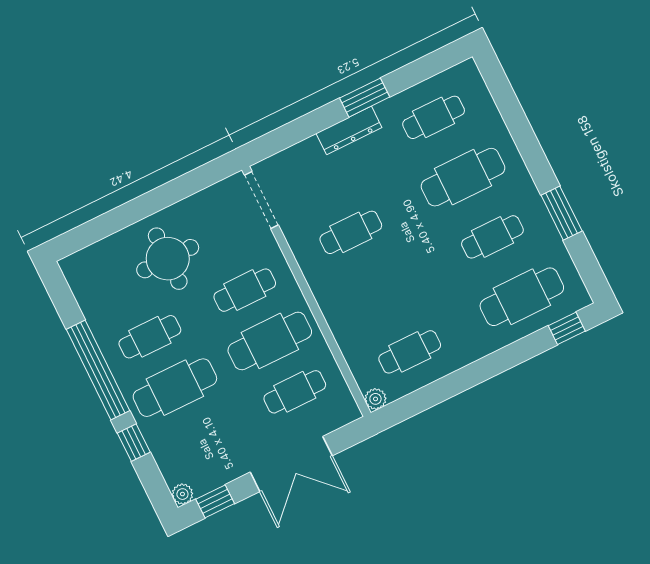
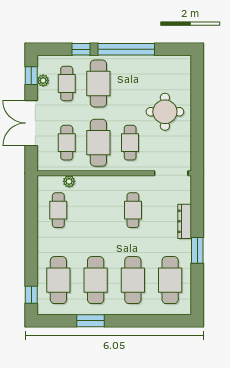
cafe table: (434, 117) -> (170, 280), width x1.37, depth x1.35
dresser: (349, 130) -> (185, 221), moved
cafe table: (492, 237) -> (96, 280), width x1.37, depth x1.35
cafe table: (150, 337) -> (67, 84), moved
plant: (375, 399) -> (69, 181), moved
plant: (182, 494) -> (43, 80), moved

